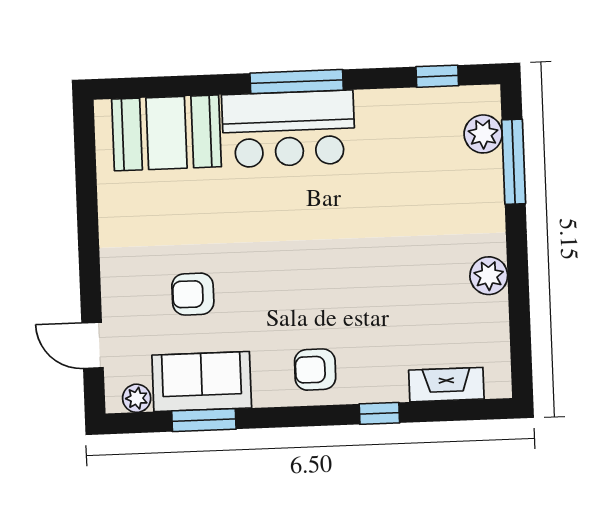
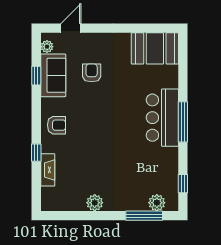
booth: (167, 133) -> (155, 48), moved, turned 90
armchair: (315, 370) -> (57, 125), turned 90
fireplace: (446, 385) -> (48, 170), moved
window: (204, 420) -> (36, 76), width x0.67

